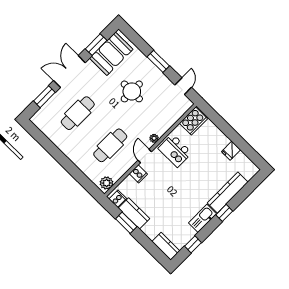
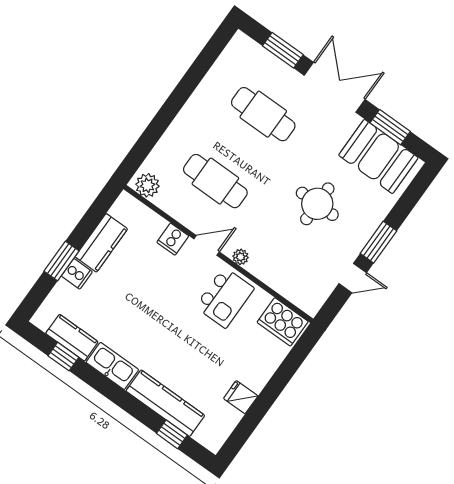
door: (183, 86) -> (353, 278), moved
kitchen island: (175, 151) -> (225, 298), turned 180
cooker: (118, 199) -> (77, 274), moved
window: (224, 213) -> (172, 434), moved
window: (126, 223) -> (61, 261), moved
kitchen counter: (166, 246) -> (72, 338), moved, turned -90

